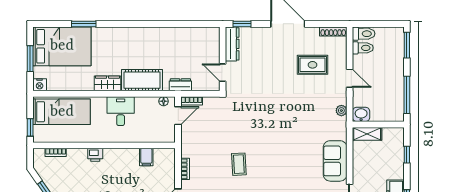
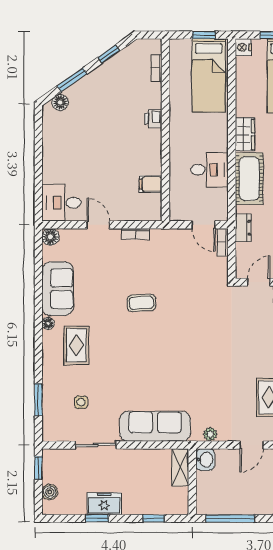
floor lamp: (164, 101) -> (222, 206), removed
desk: (121, 111) -> (209, 170), moved
window: (30, 127) -> (204, 35), moved
sofa: (335, 161) -> (155, 426), width x1.36

